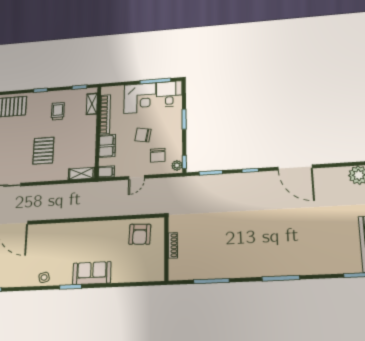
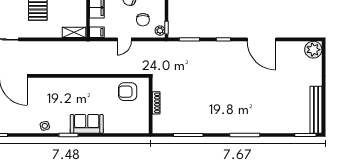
armchair: (140, 234) -> (128, 92), turned 87

